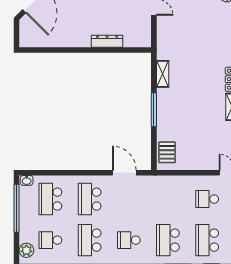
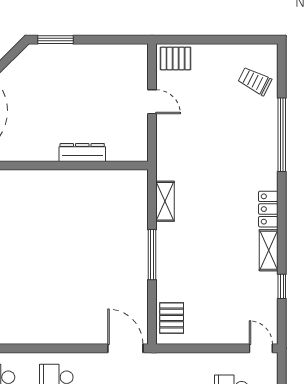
door: (124, 173) -> (125, 348), moved

